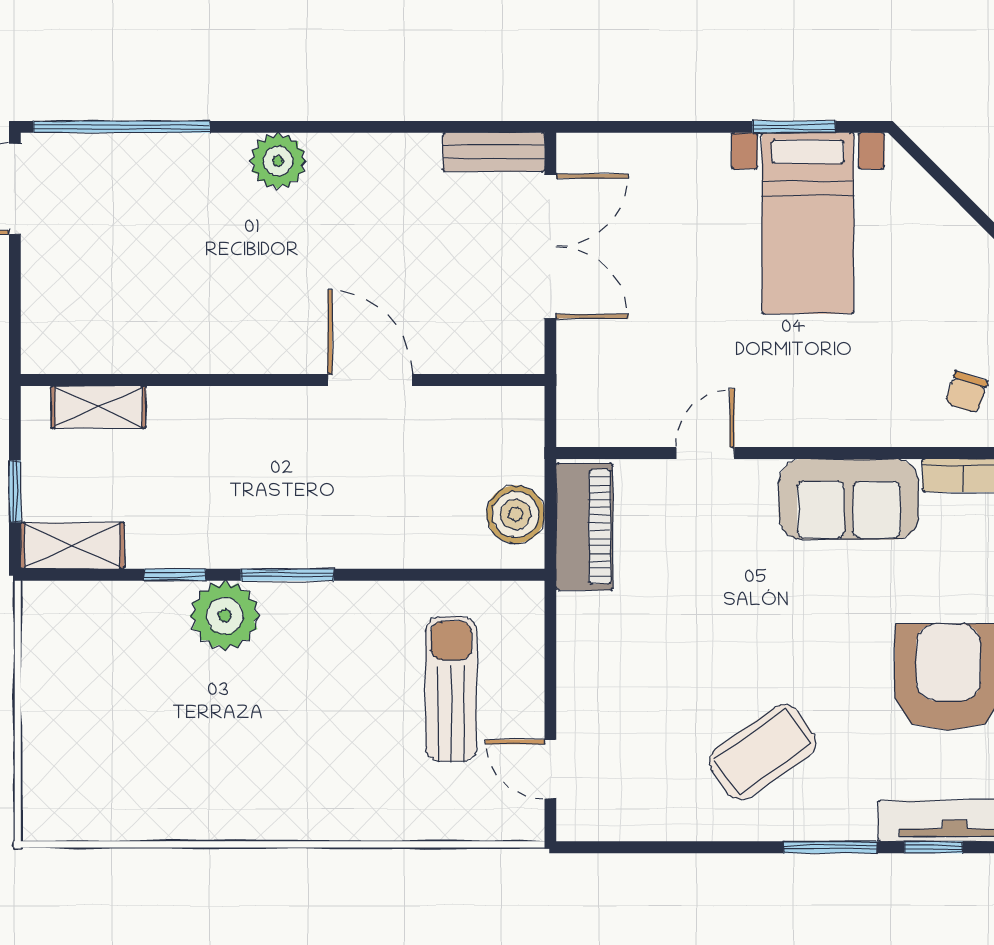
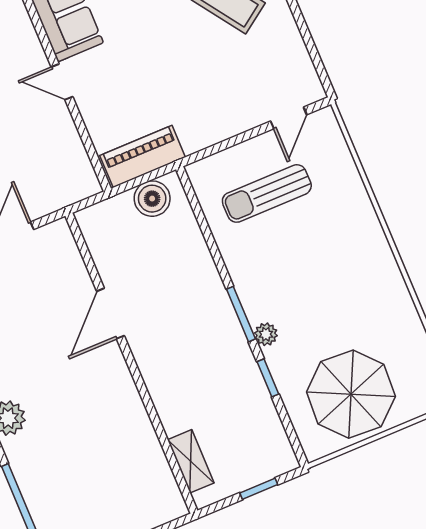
door: (705, 453) -> (62, 82), moved
shelving: (72, 546) -> (276, 443), removed
plant: (225, 616) -> (266, 334), width x0.53, depth x0.53
parasol: (98, 689) -> (351, 394), added

